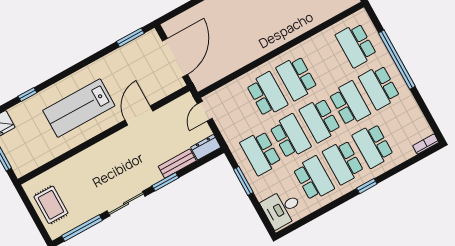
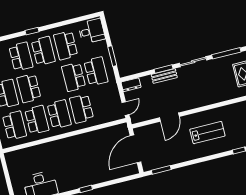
lab bench: (79, 108) -> (207, 133), width x0.73, depth x0.72
school desk: (320, 120) -> (37, 120), moved
bench: (177, 164) -> (164, 76), moved

